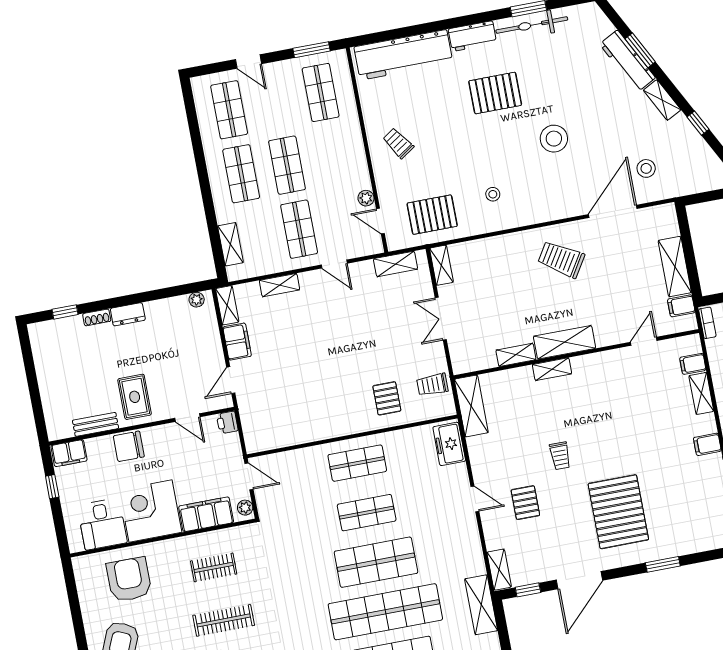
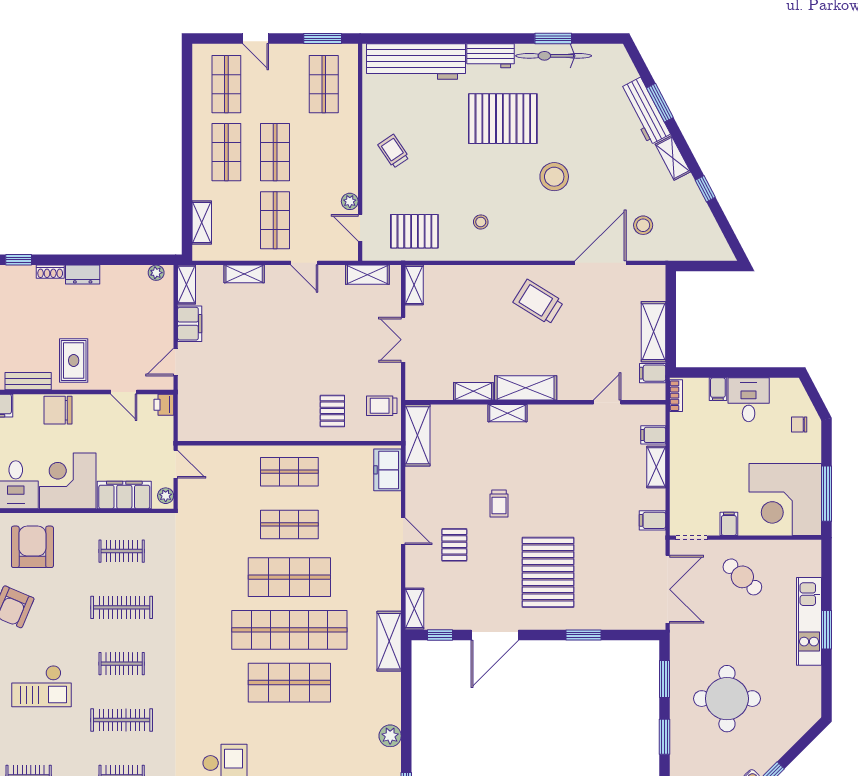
pallet: (495, 93) -> (503, 119), width x1.37, depth x1.41

